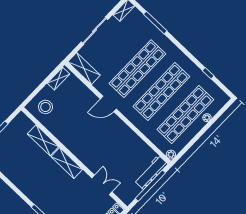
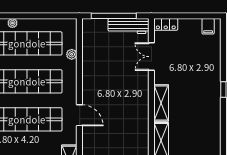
plant: (171, 155) -> (72, 54), moved
workbench: (151, 172) -> (129, 26), moved

